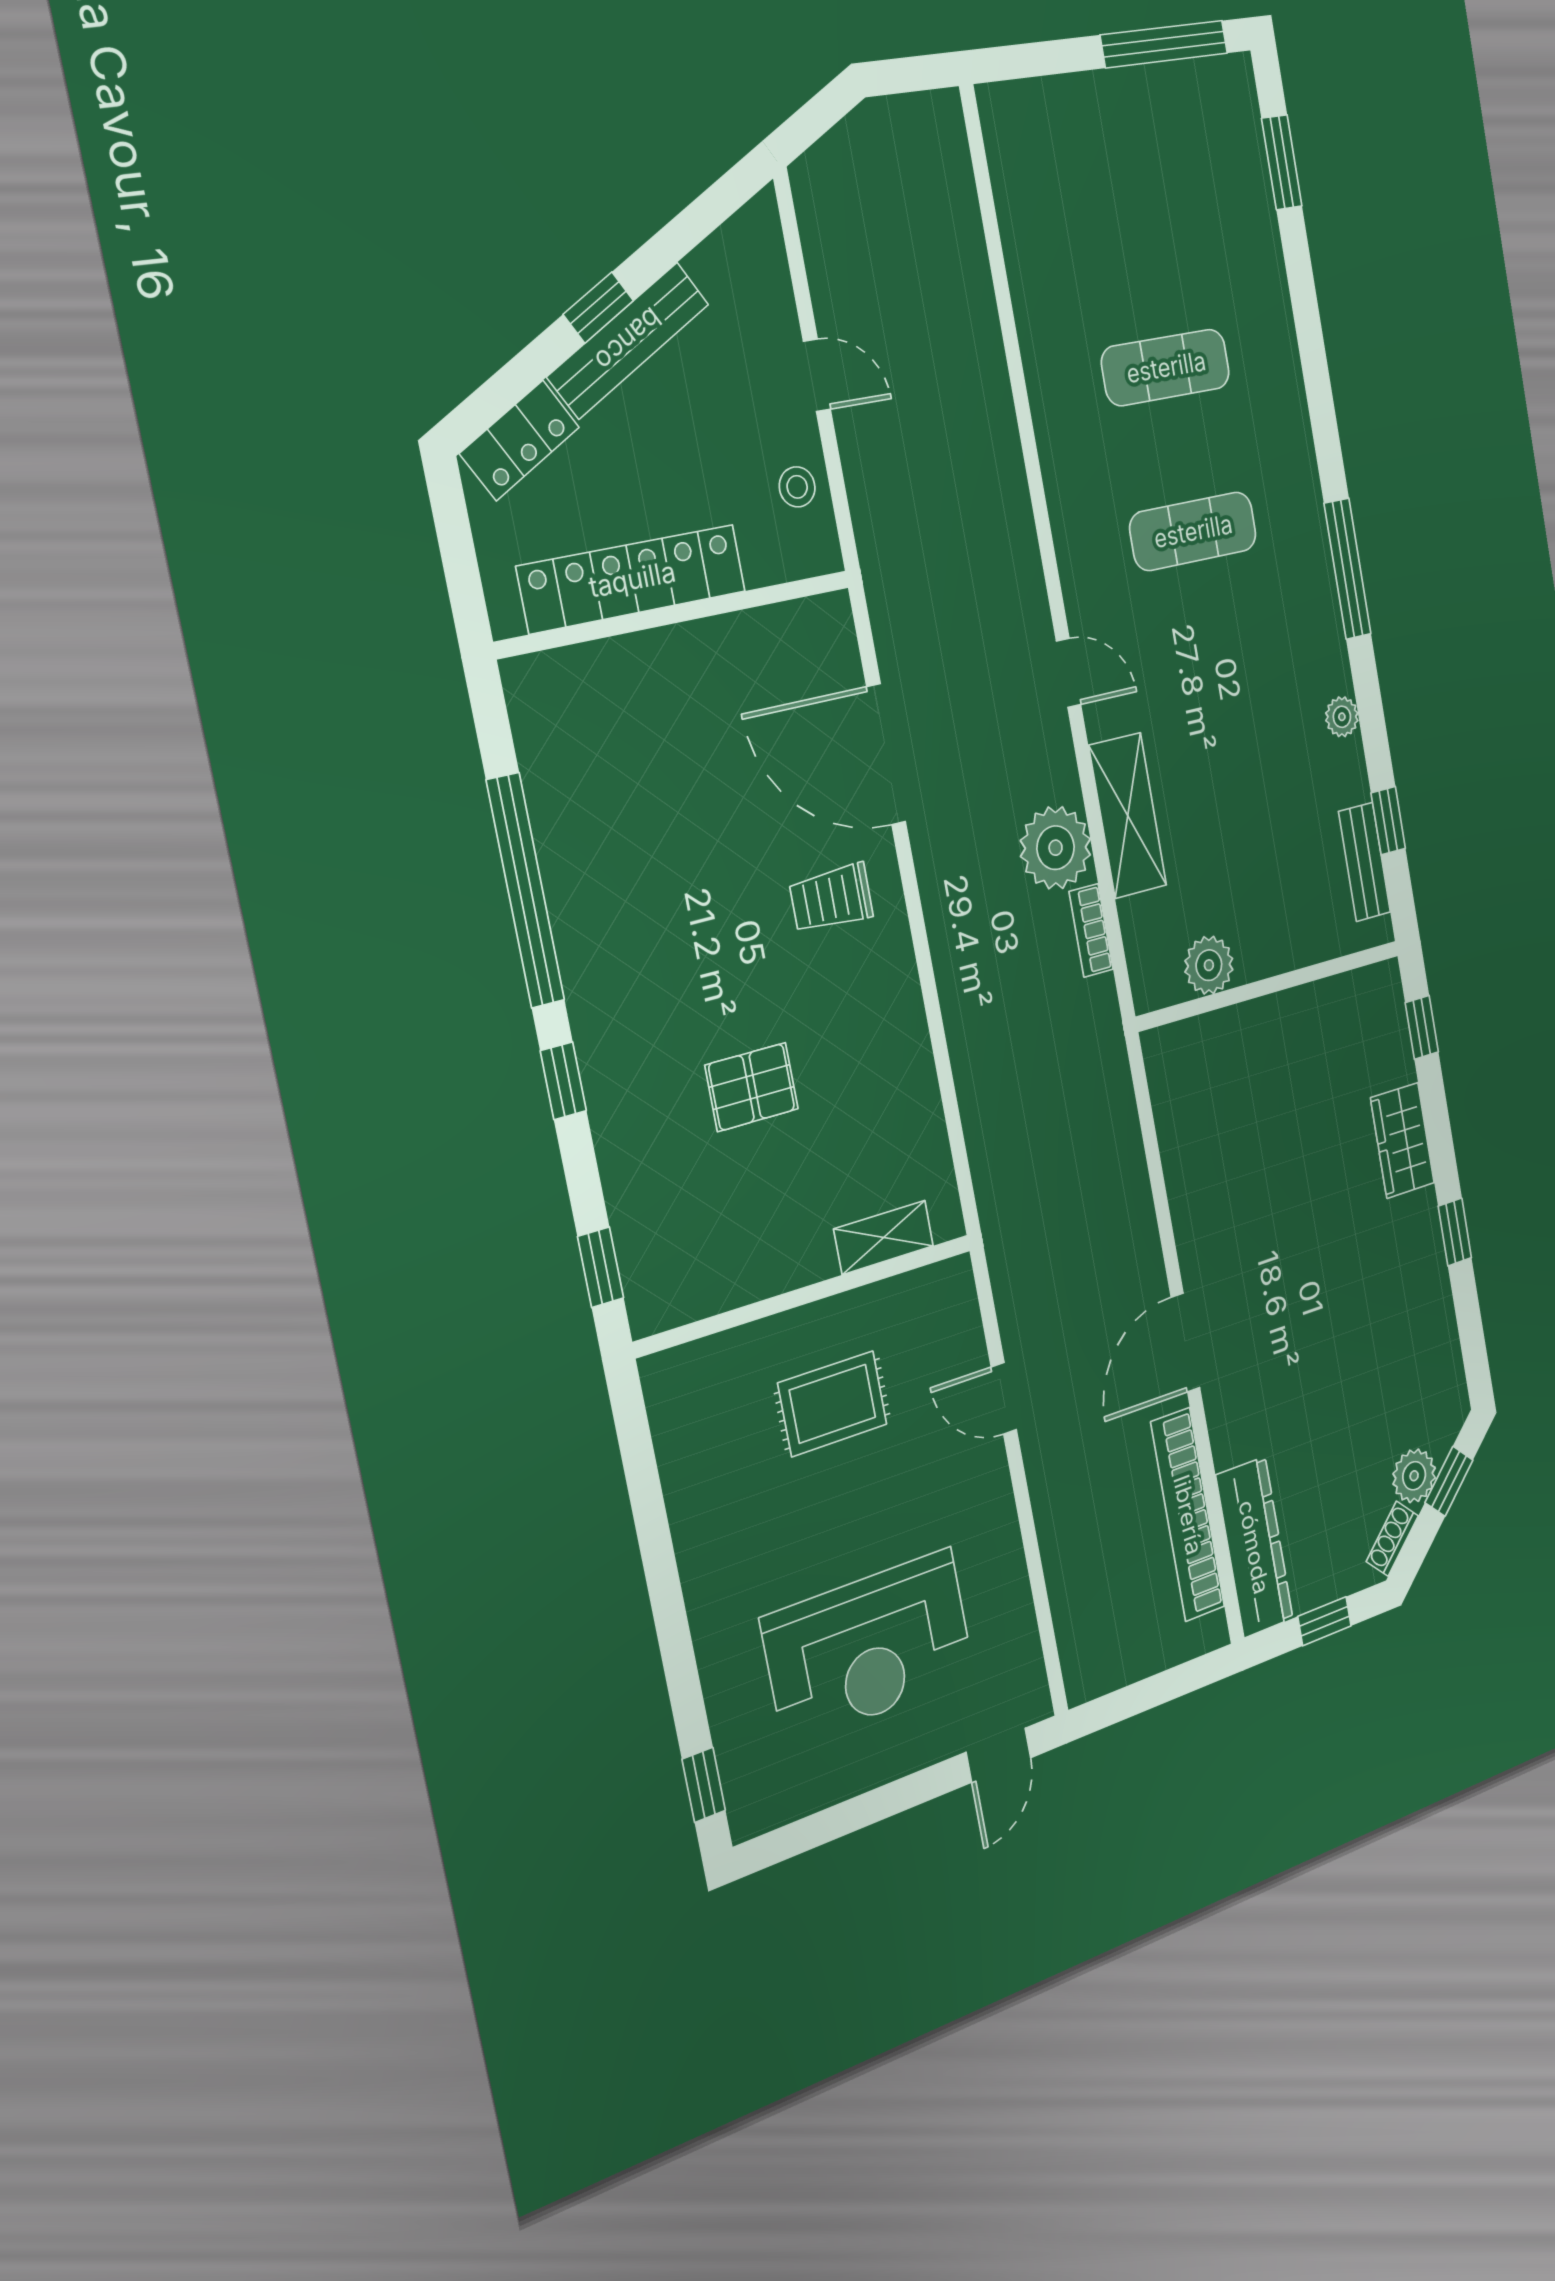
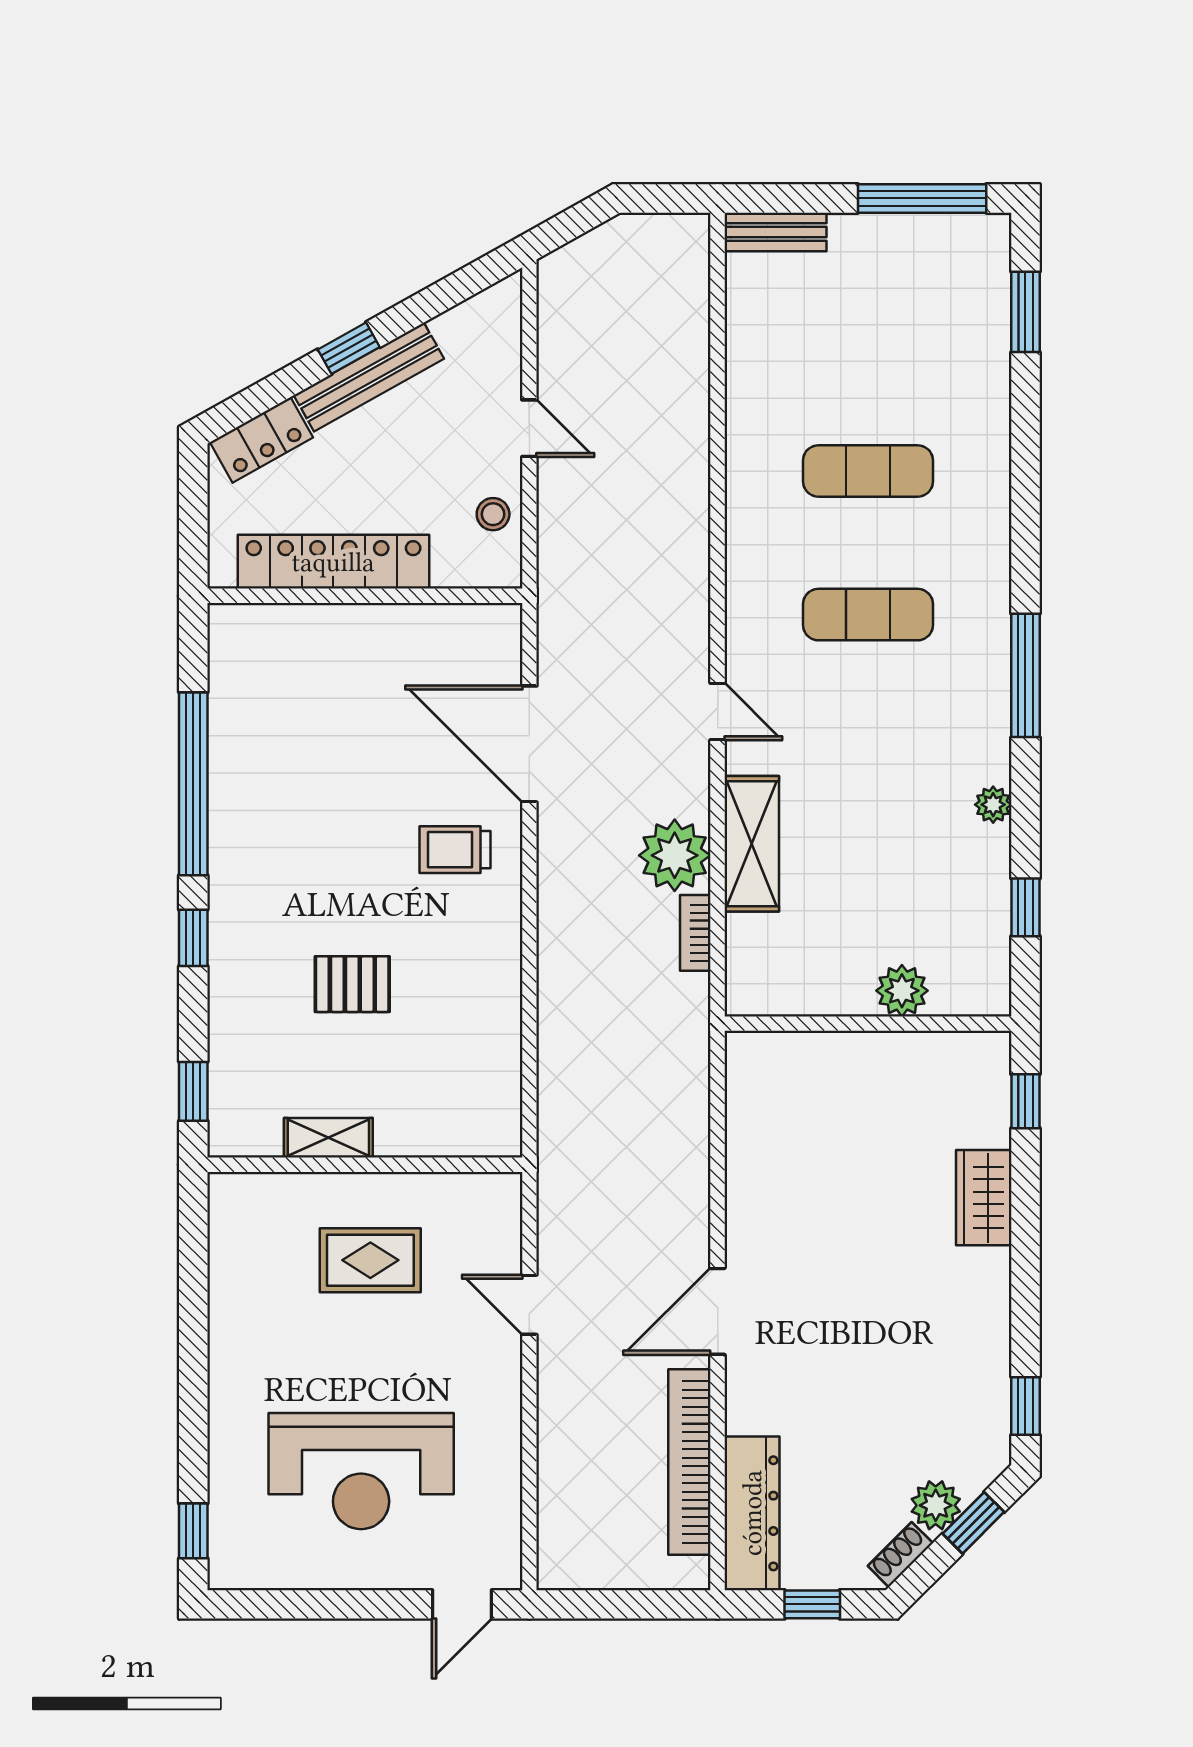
bench: (1364, 862) -> (776, 232), moved, turned 90
plant: (1209, 965) -> (902, 991), moved
window: (1455, 1232) -> (1025, 1406), moved
shelving: (884, 1237) -> (328, 1138), moved

